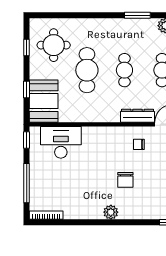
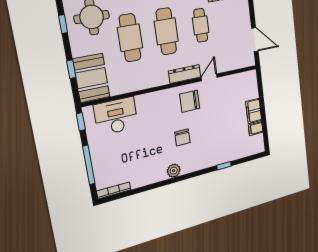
cafe table: (124, 70) -> (166, 31), width x1.37, depth x1.35
chair: (139, 144) -> (190, 101), width x1.87, depth x1.87

